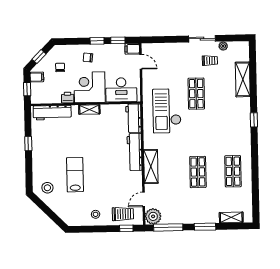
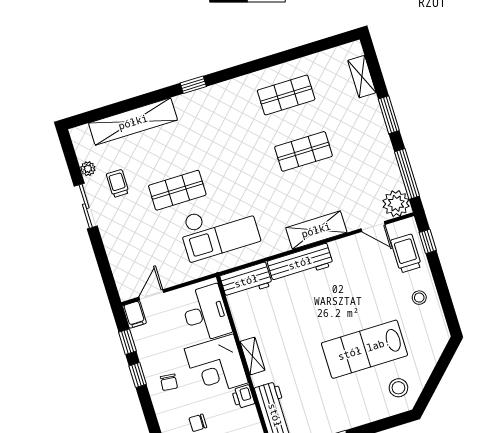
shelving: (243, 79) -> (133, 122), width x1.47
lab bench: (75, 175) -> (364, 349), width x1.36, depth x1.39

